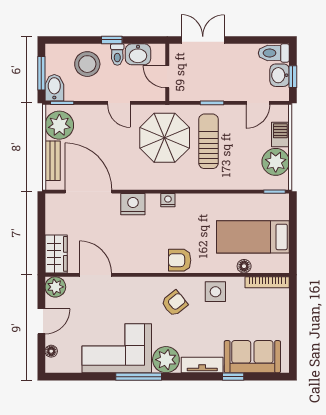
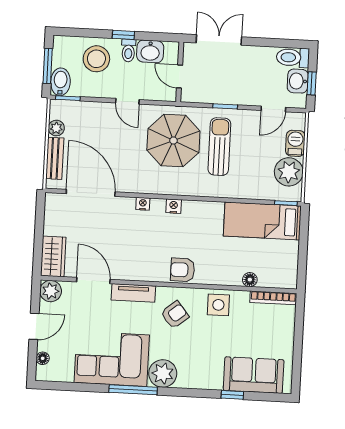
plant: (59, 125) -> (56, 128), width x0.53, depth x0.53
nightstand: (133, 204) -> (143, 204), width x0.53, depth x0.56
bed: (253, 237) -> (262, 221), moved
tv unit: (202, 365) -> (133, 293), moved, turned 180

